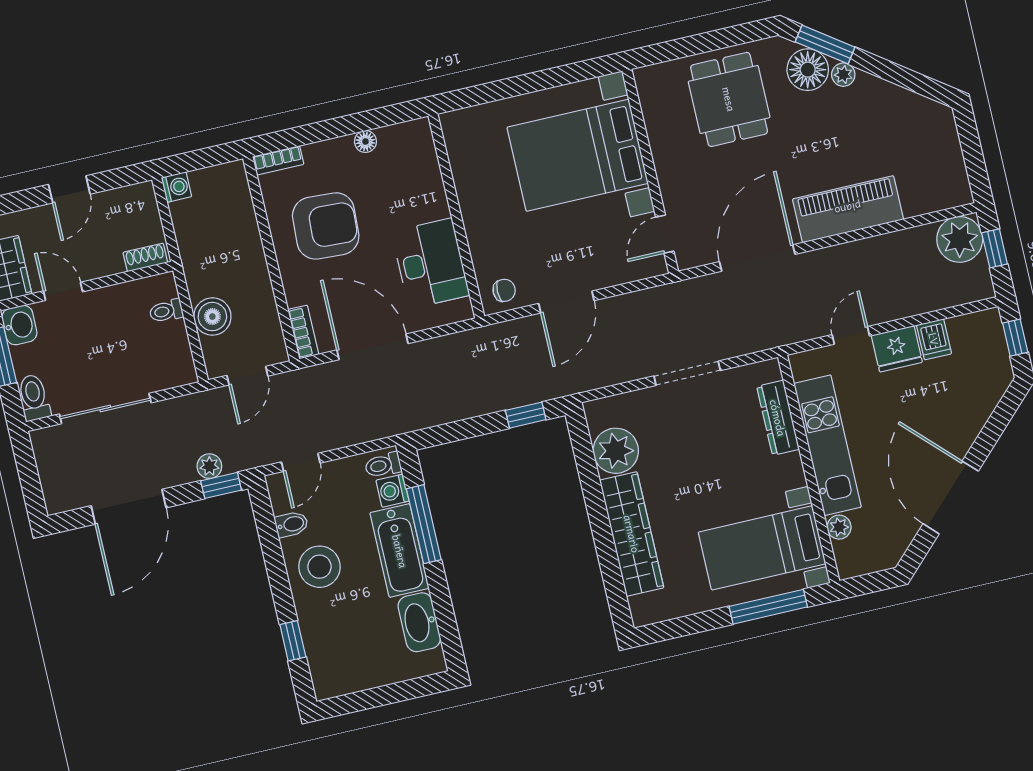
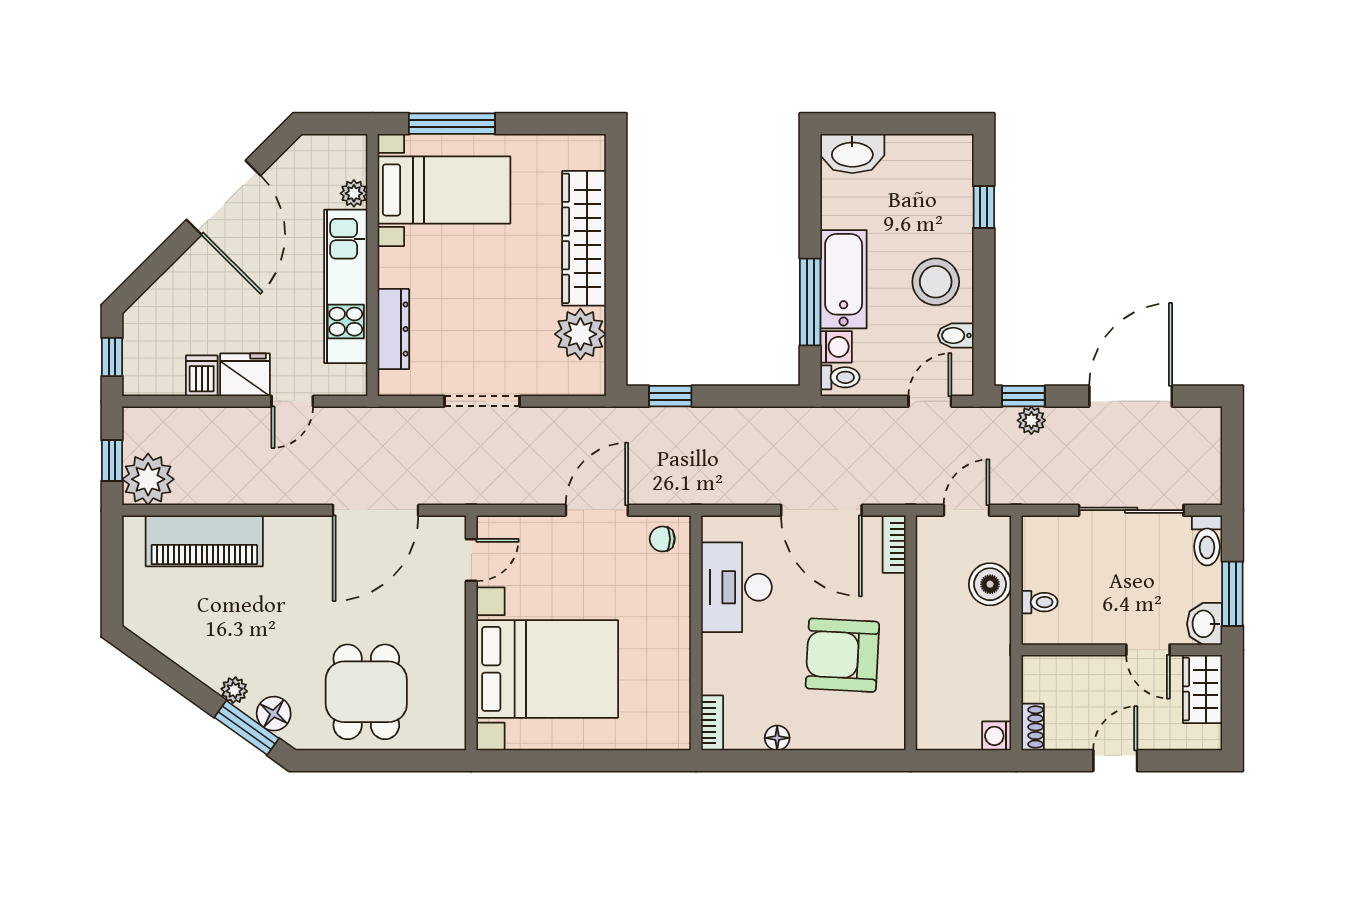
floor lamp: (808, 70) -> (274, 714), width x0.73, depth x0.73
bookcase: (278, 160) -> (712, 723), moved, turned 90
piano: (848, 209) -> (204, 541), moved
shoe rack: (145, 257) -> (1033, 727), moved, turned -90
washbasin: (419, 622) -> (852, 154), moved, turned 90

